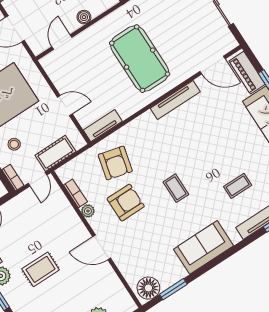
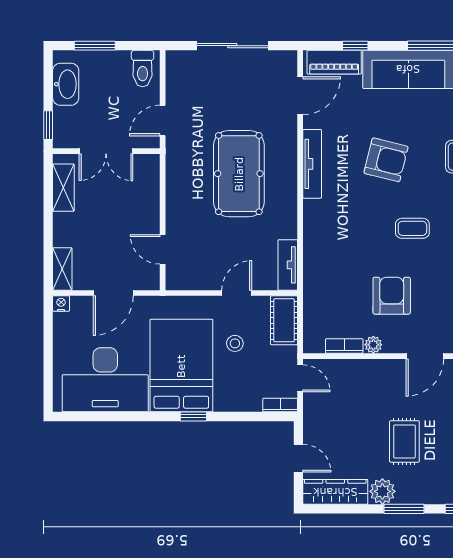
boiler: (84, 17) -> (151, 206), removed
pool table: (140, 59) -> (239, 174), turned 90
stool: (14, 144) -> (235, 343), moved
cot: (55, 153) -> (284, 320), moved
armchair: (115, 163) -> (386, 160), moved

